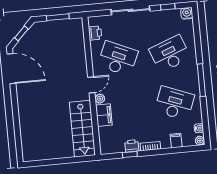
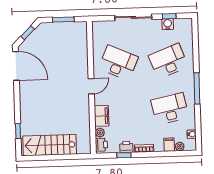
water cooler: (187, 13) -> (168, 24), moved
printer: (95, 33) -> (101, 145), moved
plant: (100, 99) -> (100, 133), moved
desk: (175, 103) -> (170, 109), turned -33
stairs: (82, 129) -> (50, 145), moved, turned 90
window: (18, 136) -> (18, 131), added
plant: (200, 141) -> (180, 146), moved

